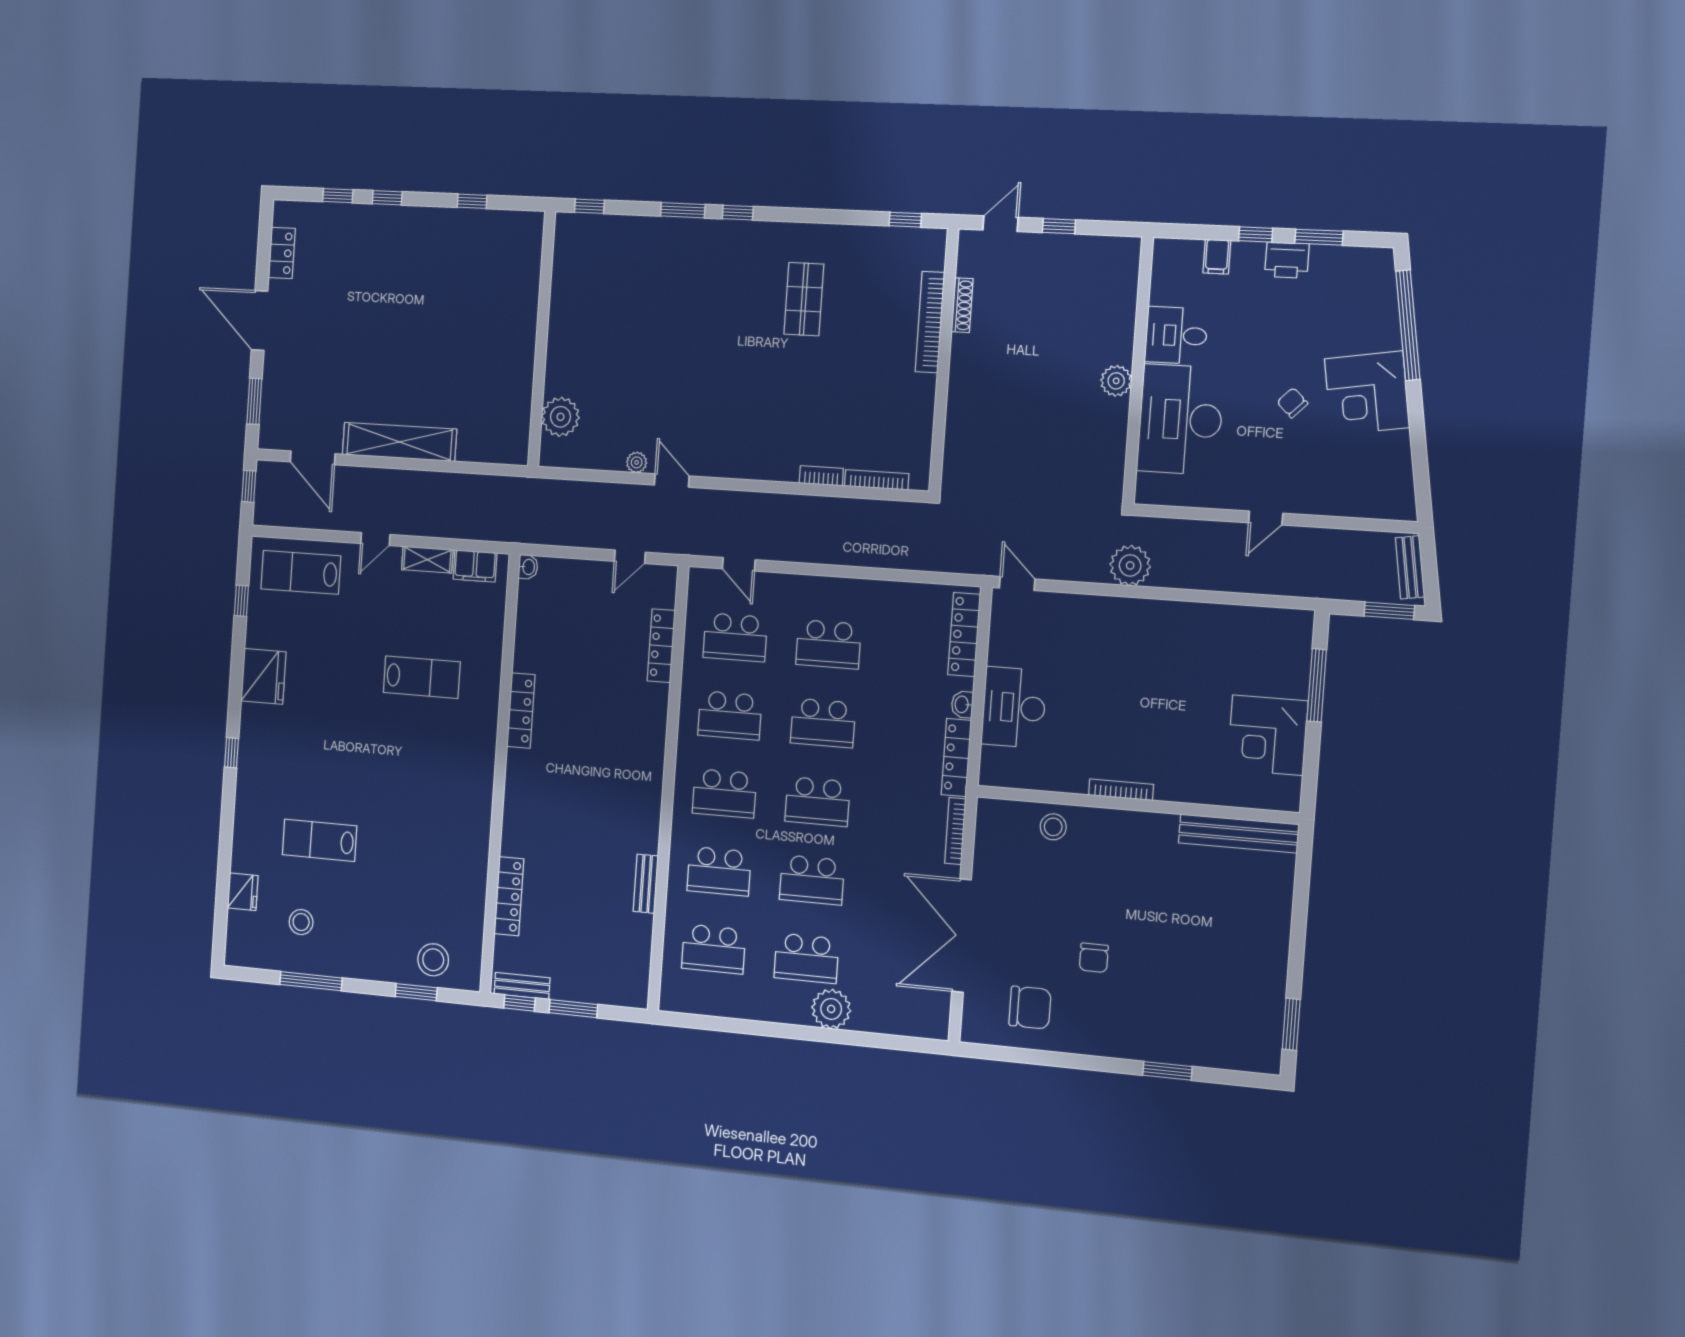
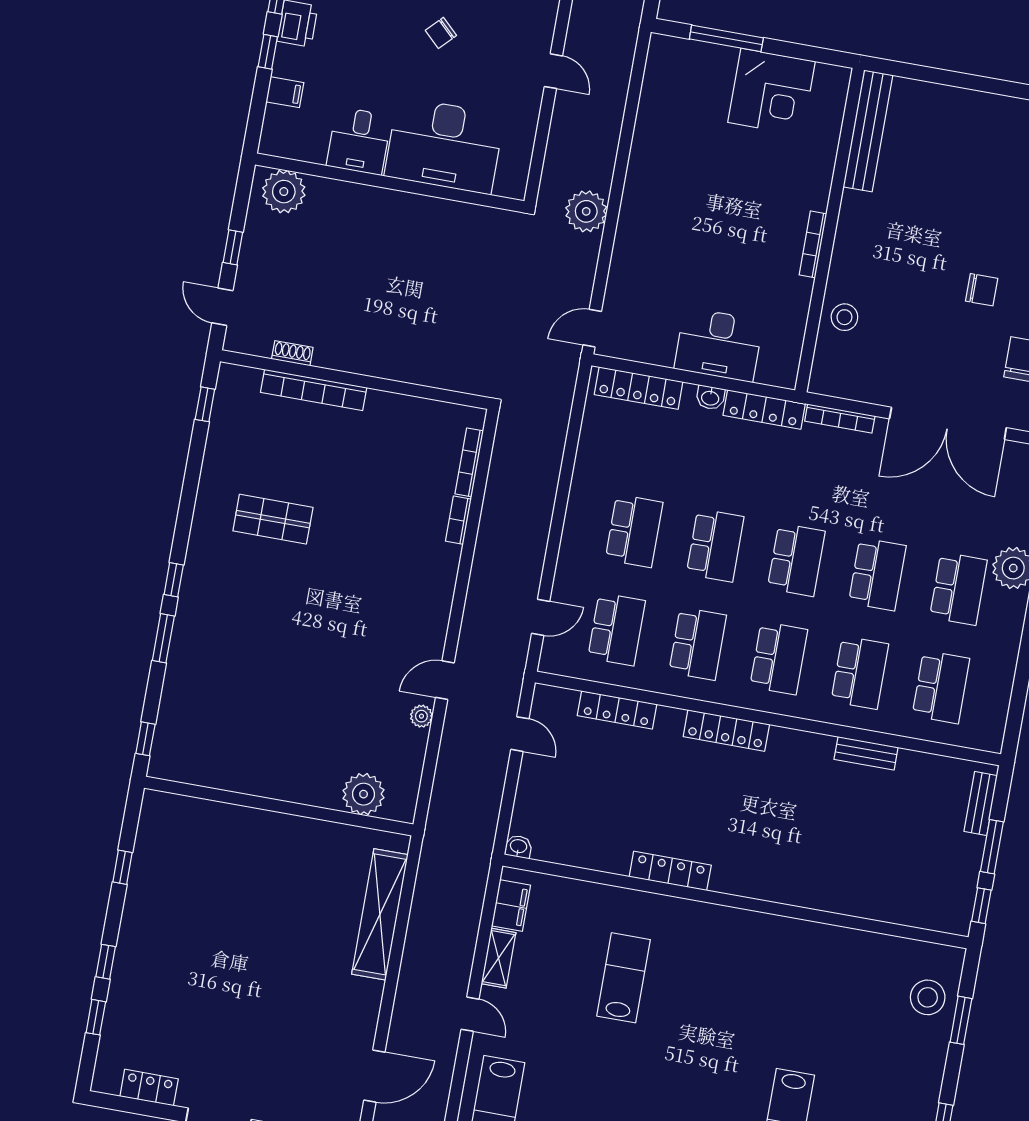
shoe rack: (962, 305) -> (292, 353), width x0.70
plant: (1116, 381) -> (284, 192), moved, width x1.36, depth x1.36
shelving: (399, 442) -> (380, 914), moved
locker: (509, 896) -> (726, 730), moved, turned 180
bench: (522, 986) -> (981, 804), moved

